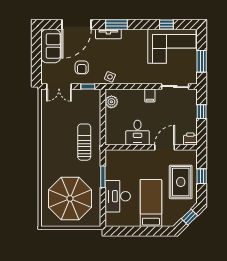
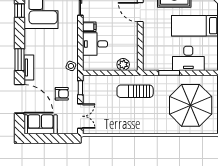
plant: (111, 102) -> (123, 65), moved
desk: (138, 133) -> (95, 44), moved, turned 180

